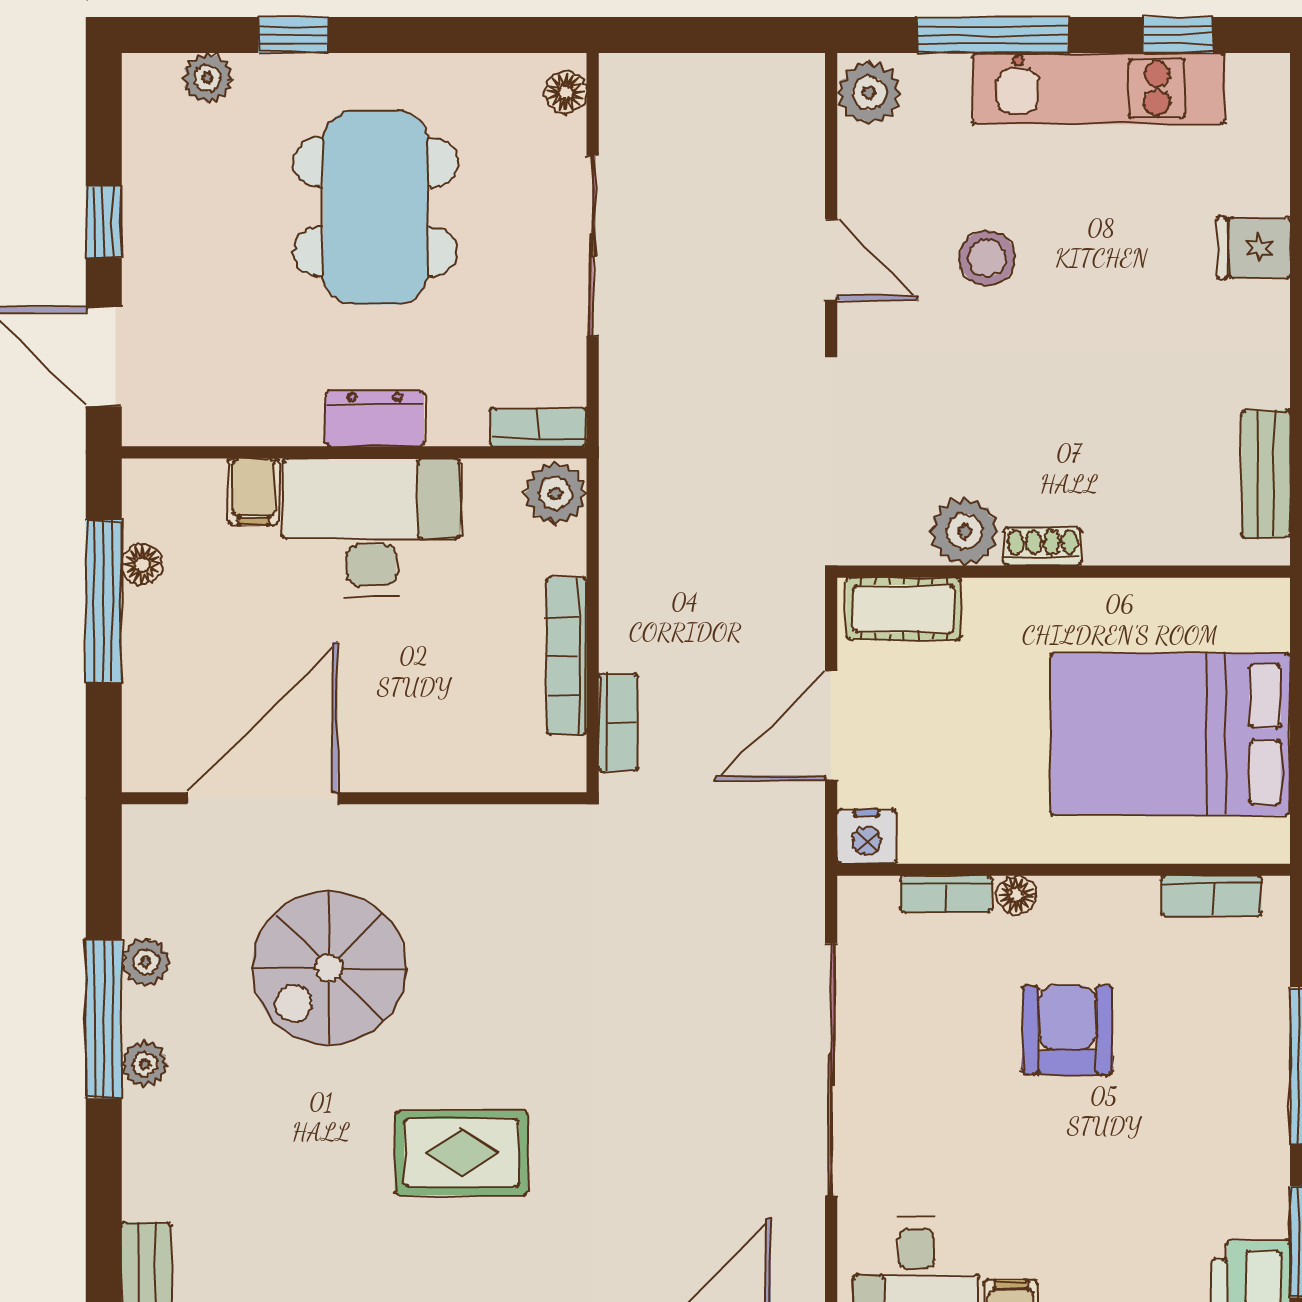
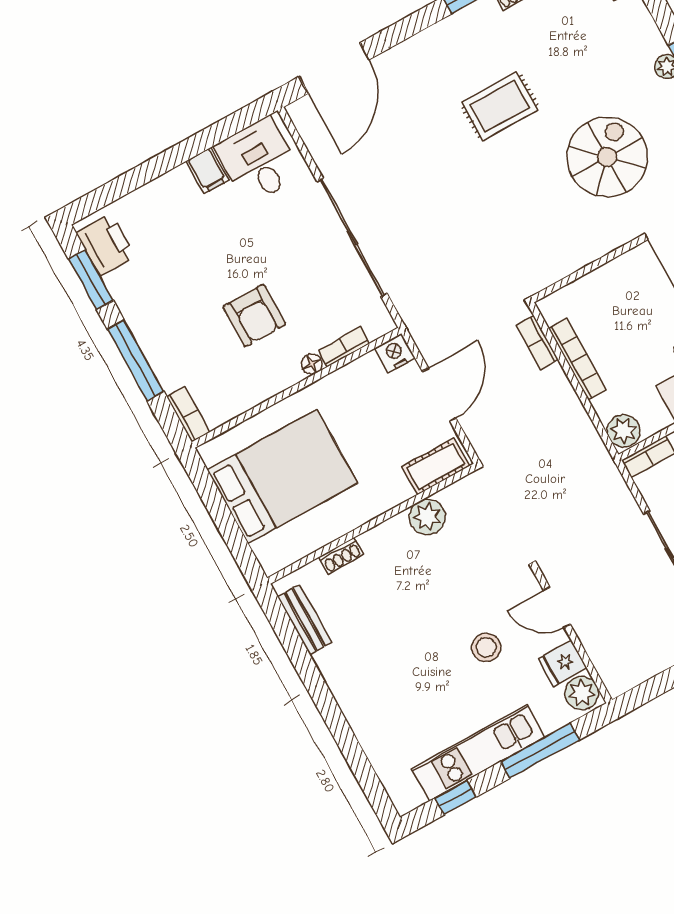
fridge: (1253, 248) -> (563, 663), moved, turned 180
shoe rack: (1043, 547) -> (341, 556), moved
bookcase: (1211, 896) -> (188, 414), moved, turned 90

